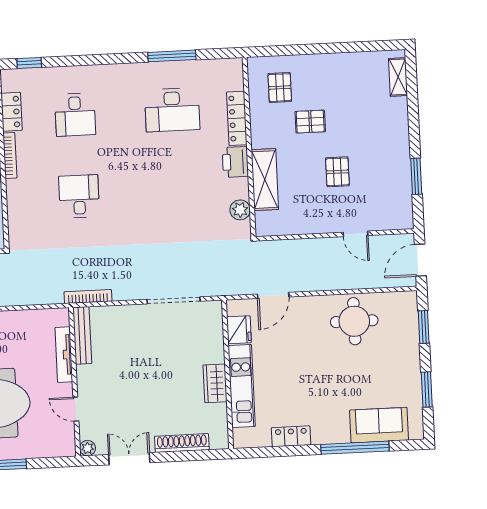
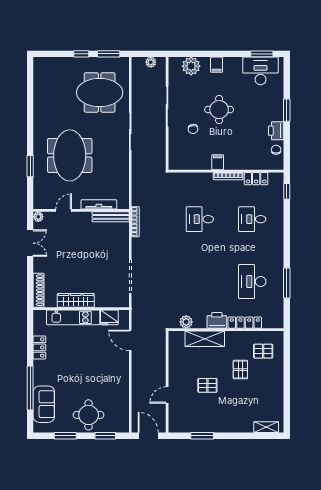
desk: (79, 196) -> (200, 219), turned 180
round table: (354, 321) -> (89, 415), moved
wardrobe: (215, 383) -> (76, 300), width x1.50
shoe rack: (182, 443) -> (39, 290), moved

